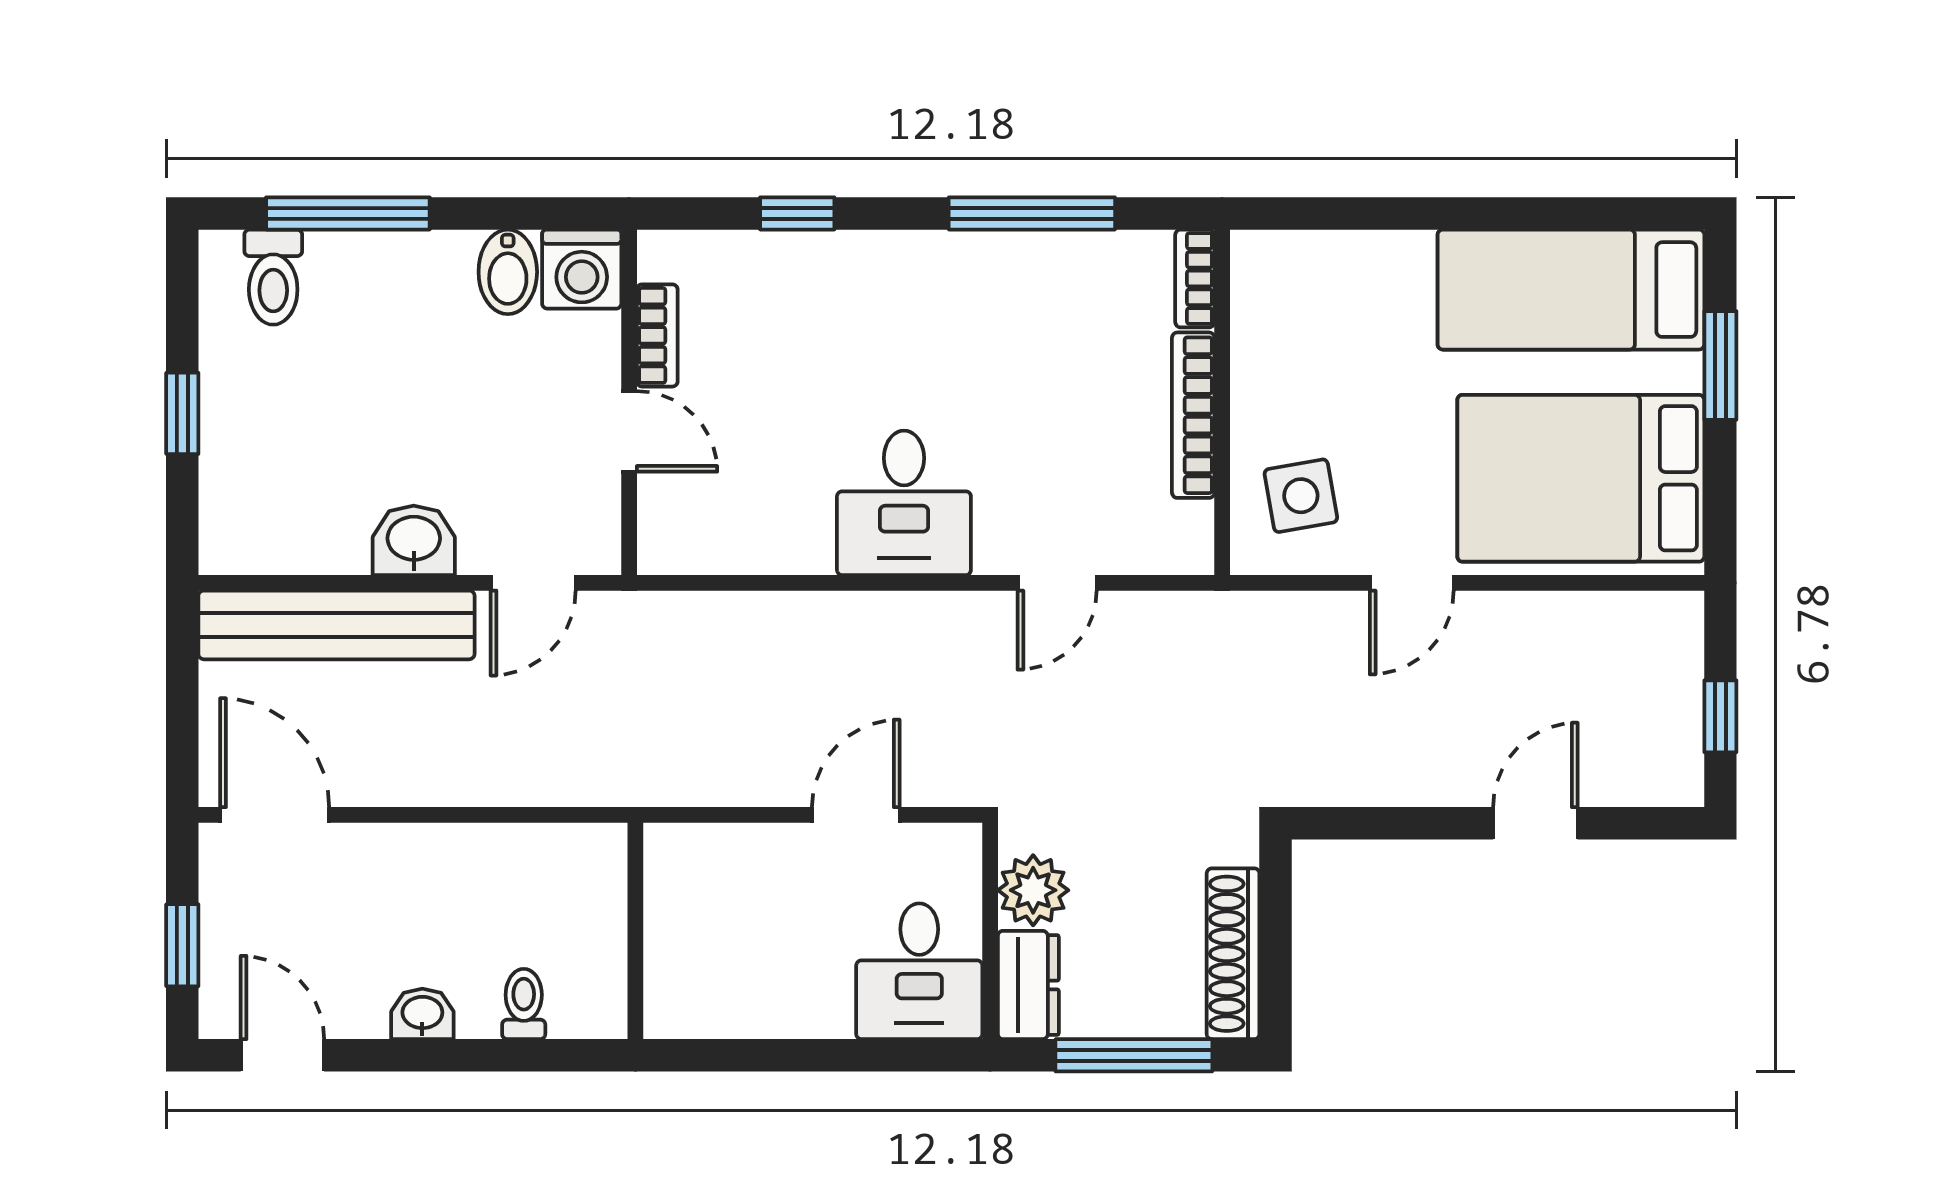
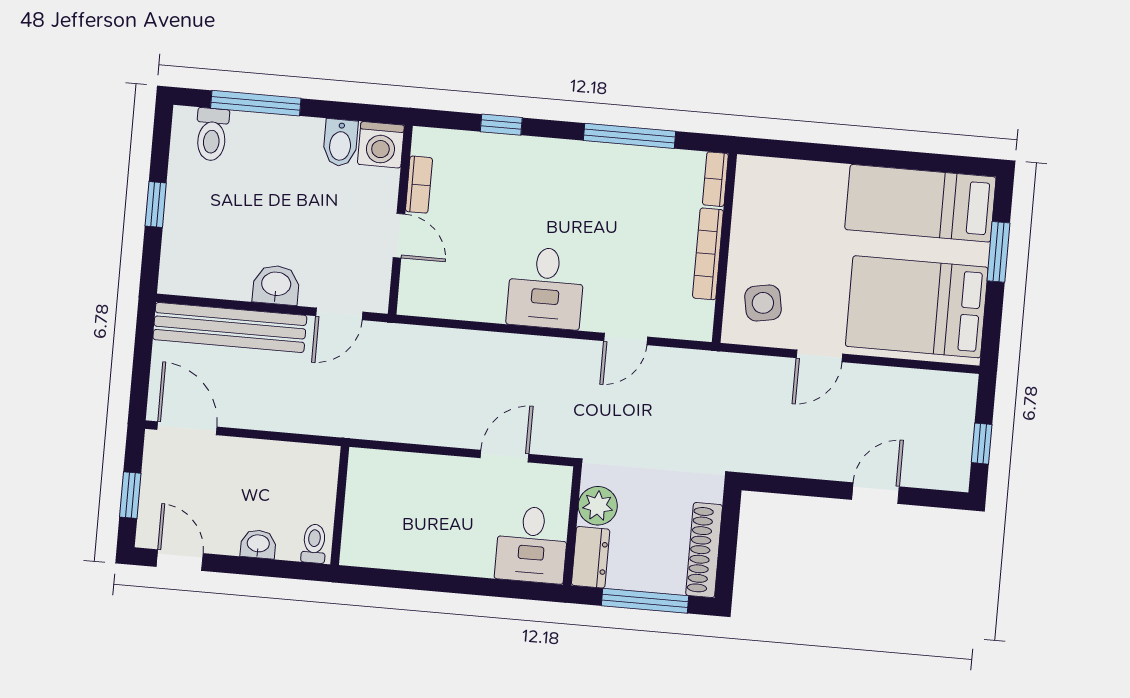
wall: (635, 931) -> (340, 506), moved

